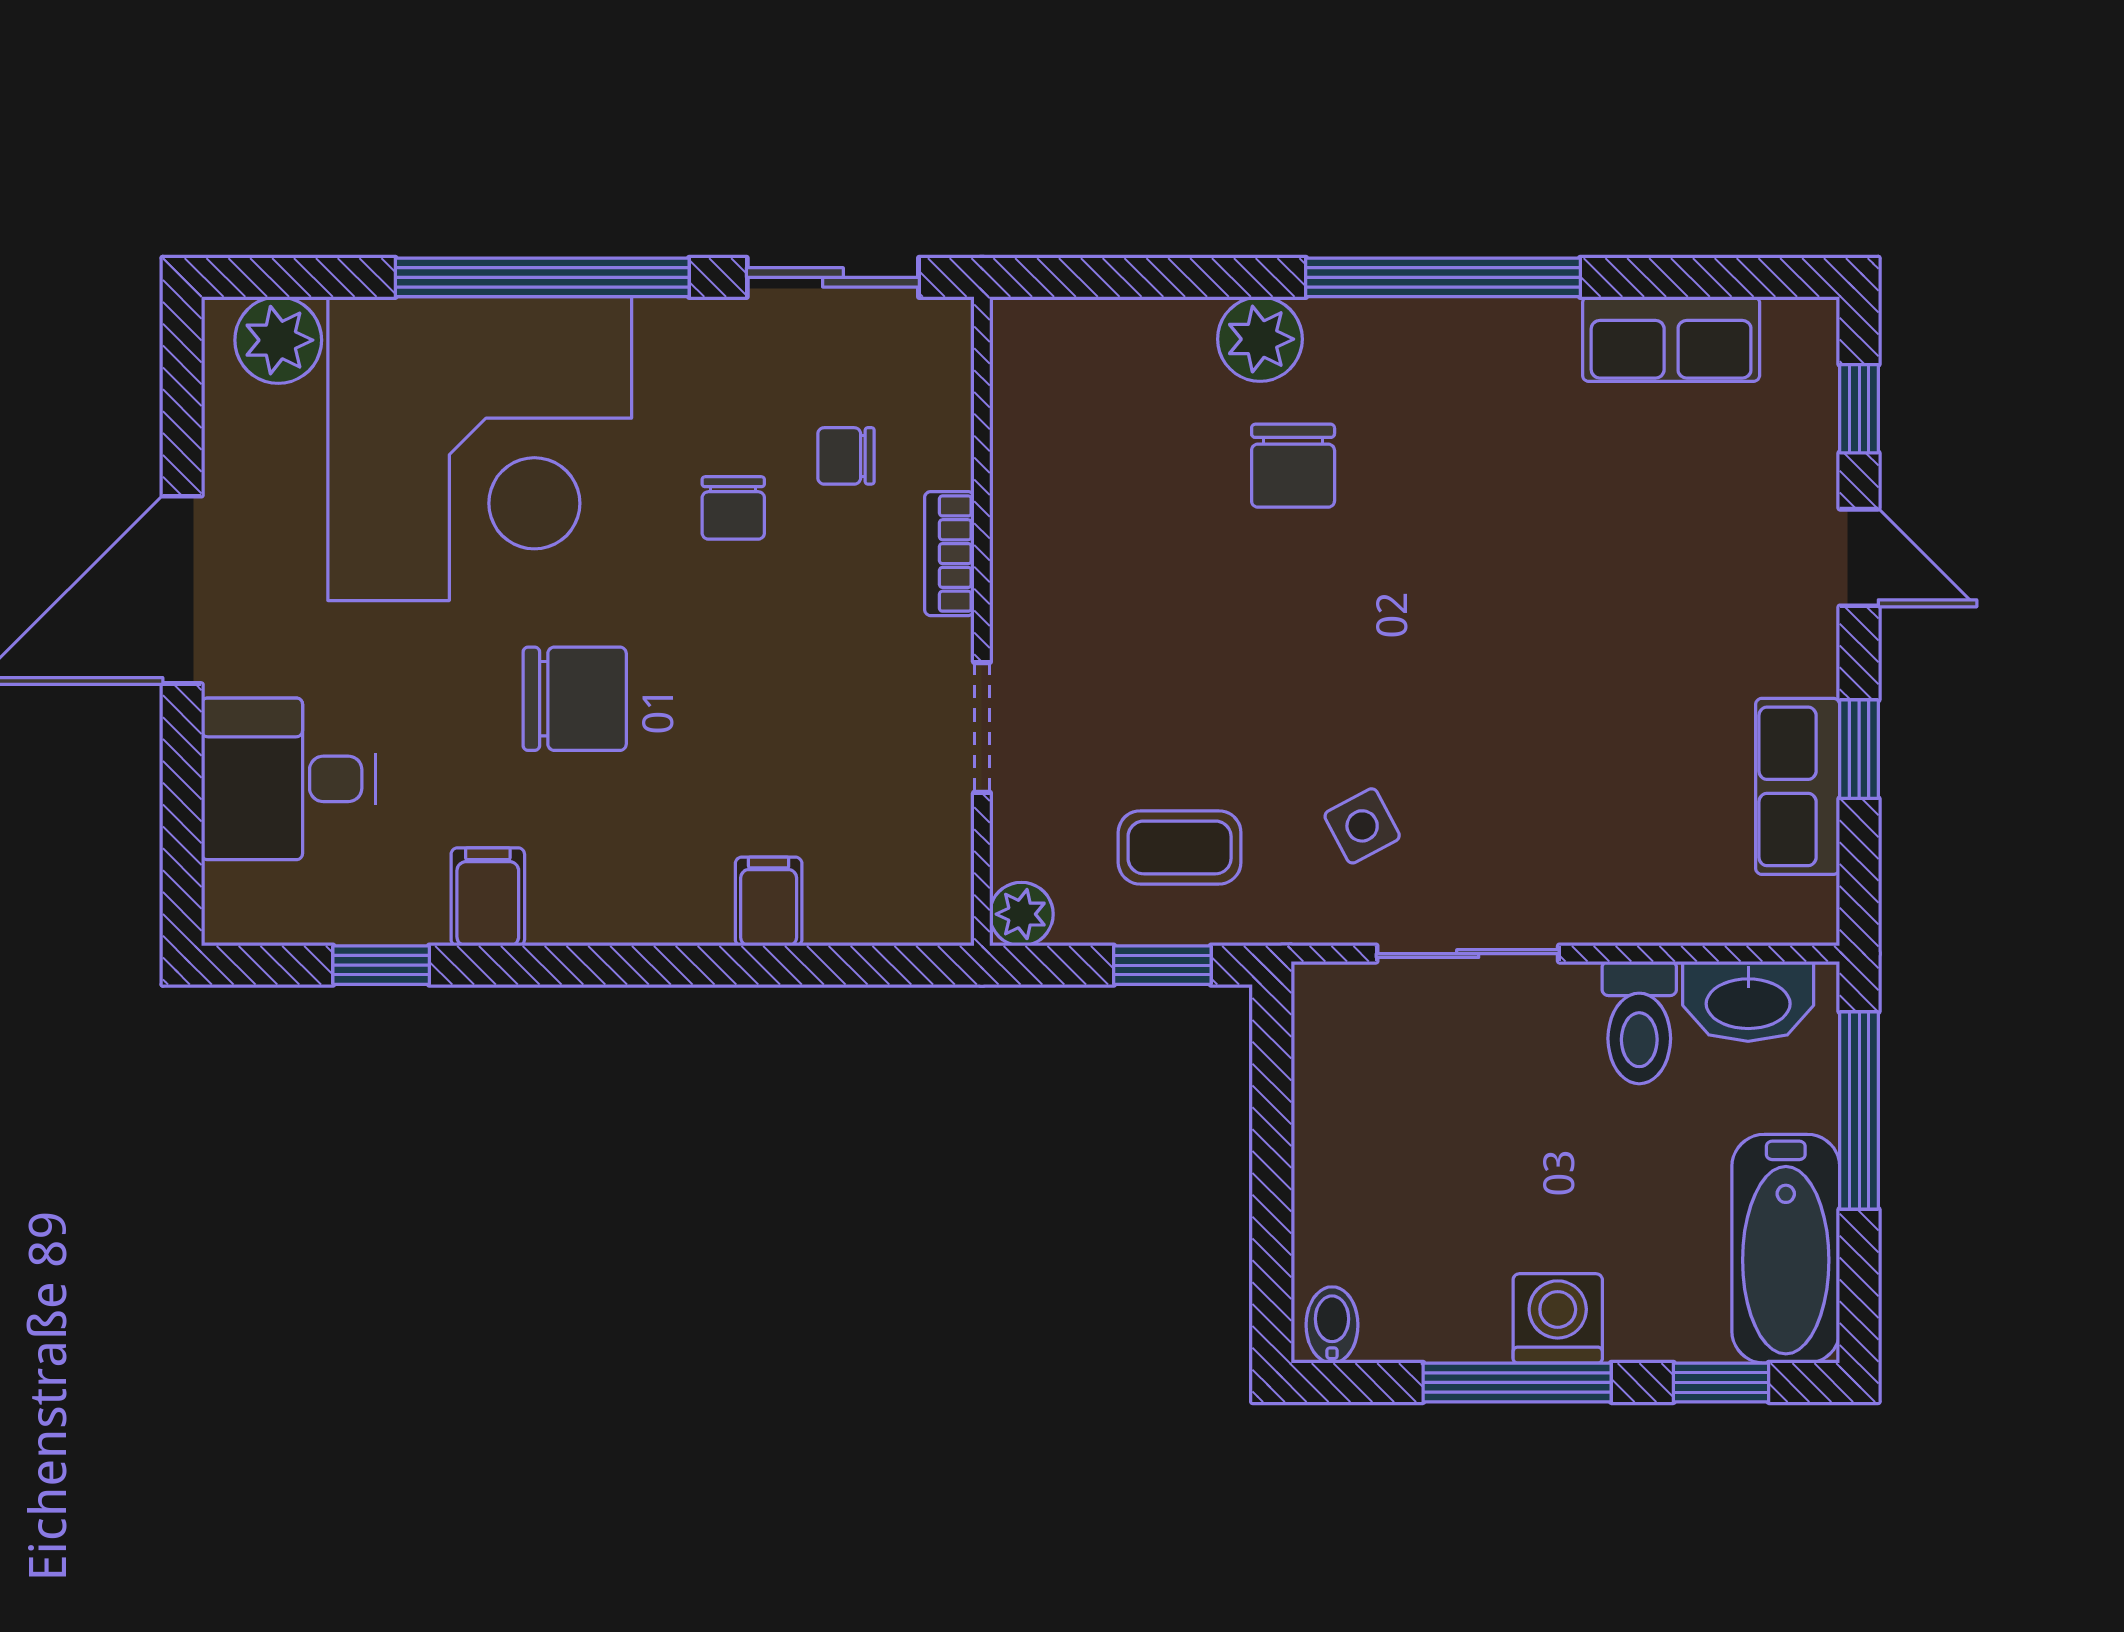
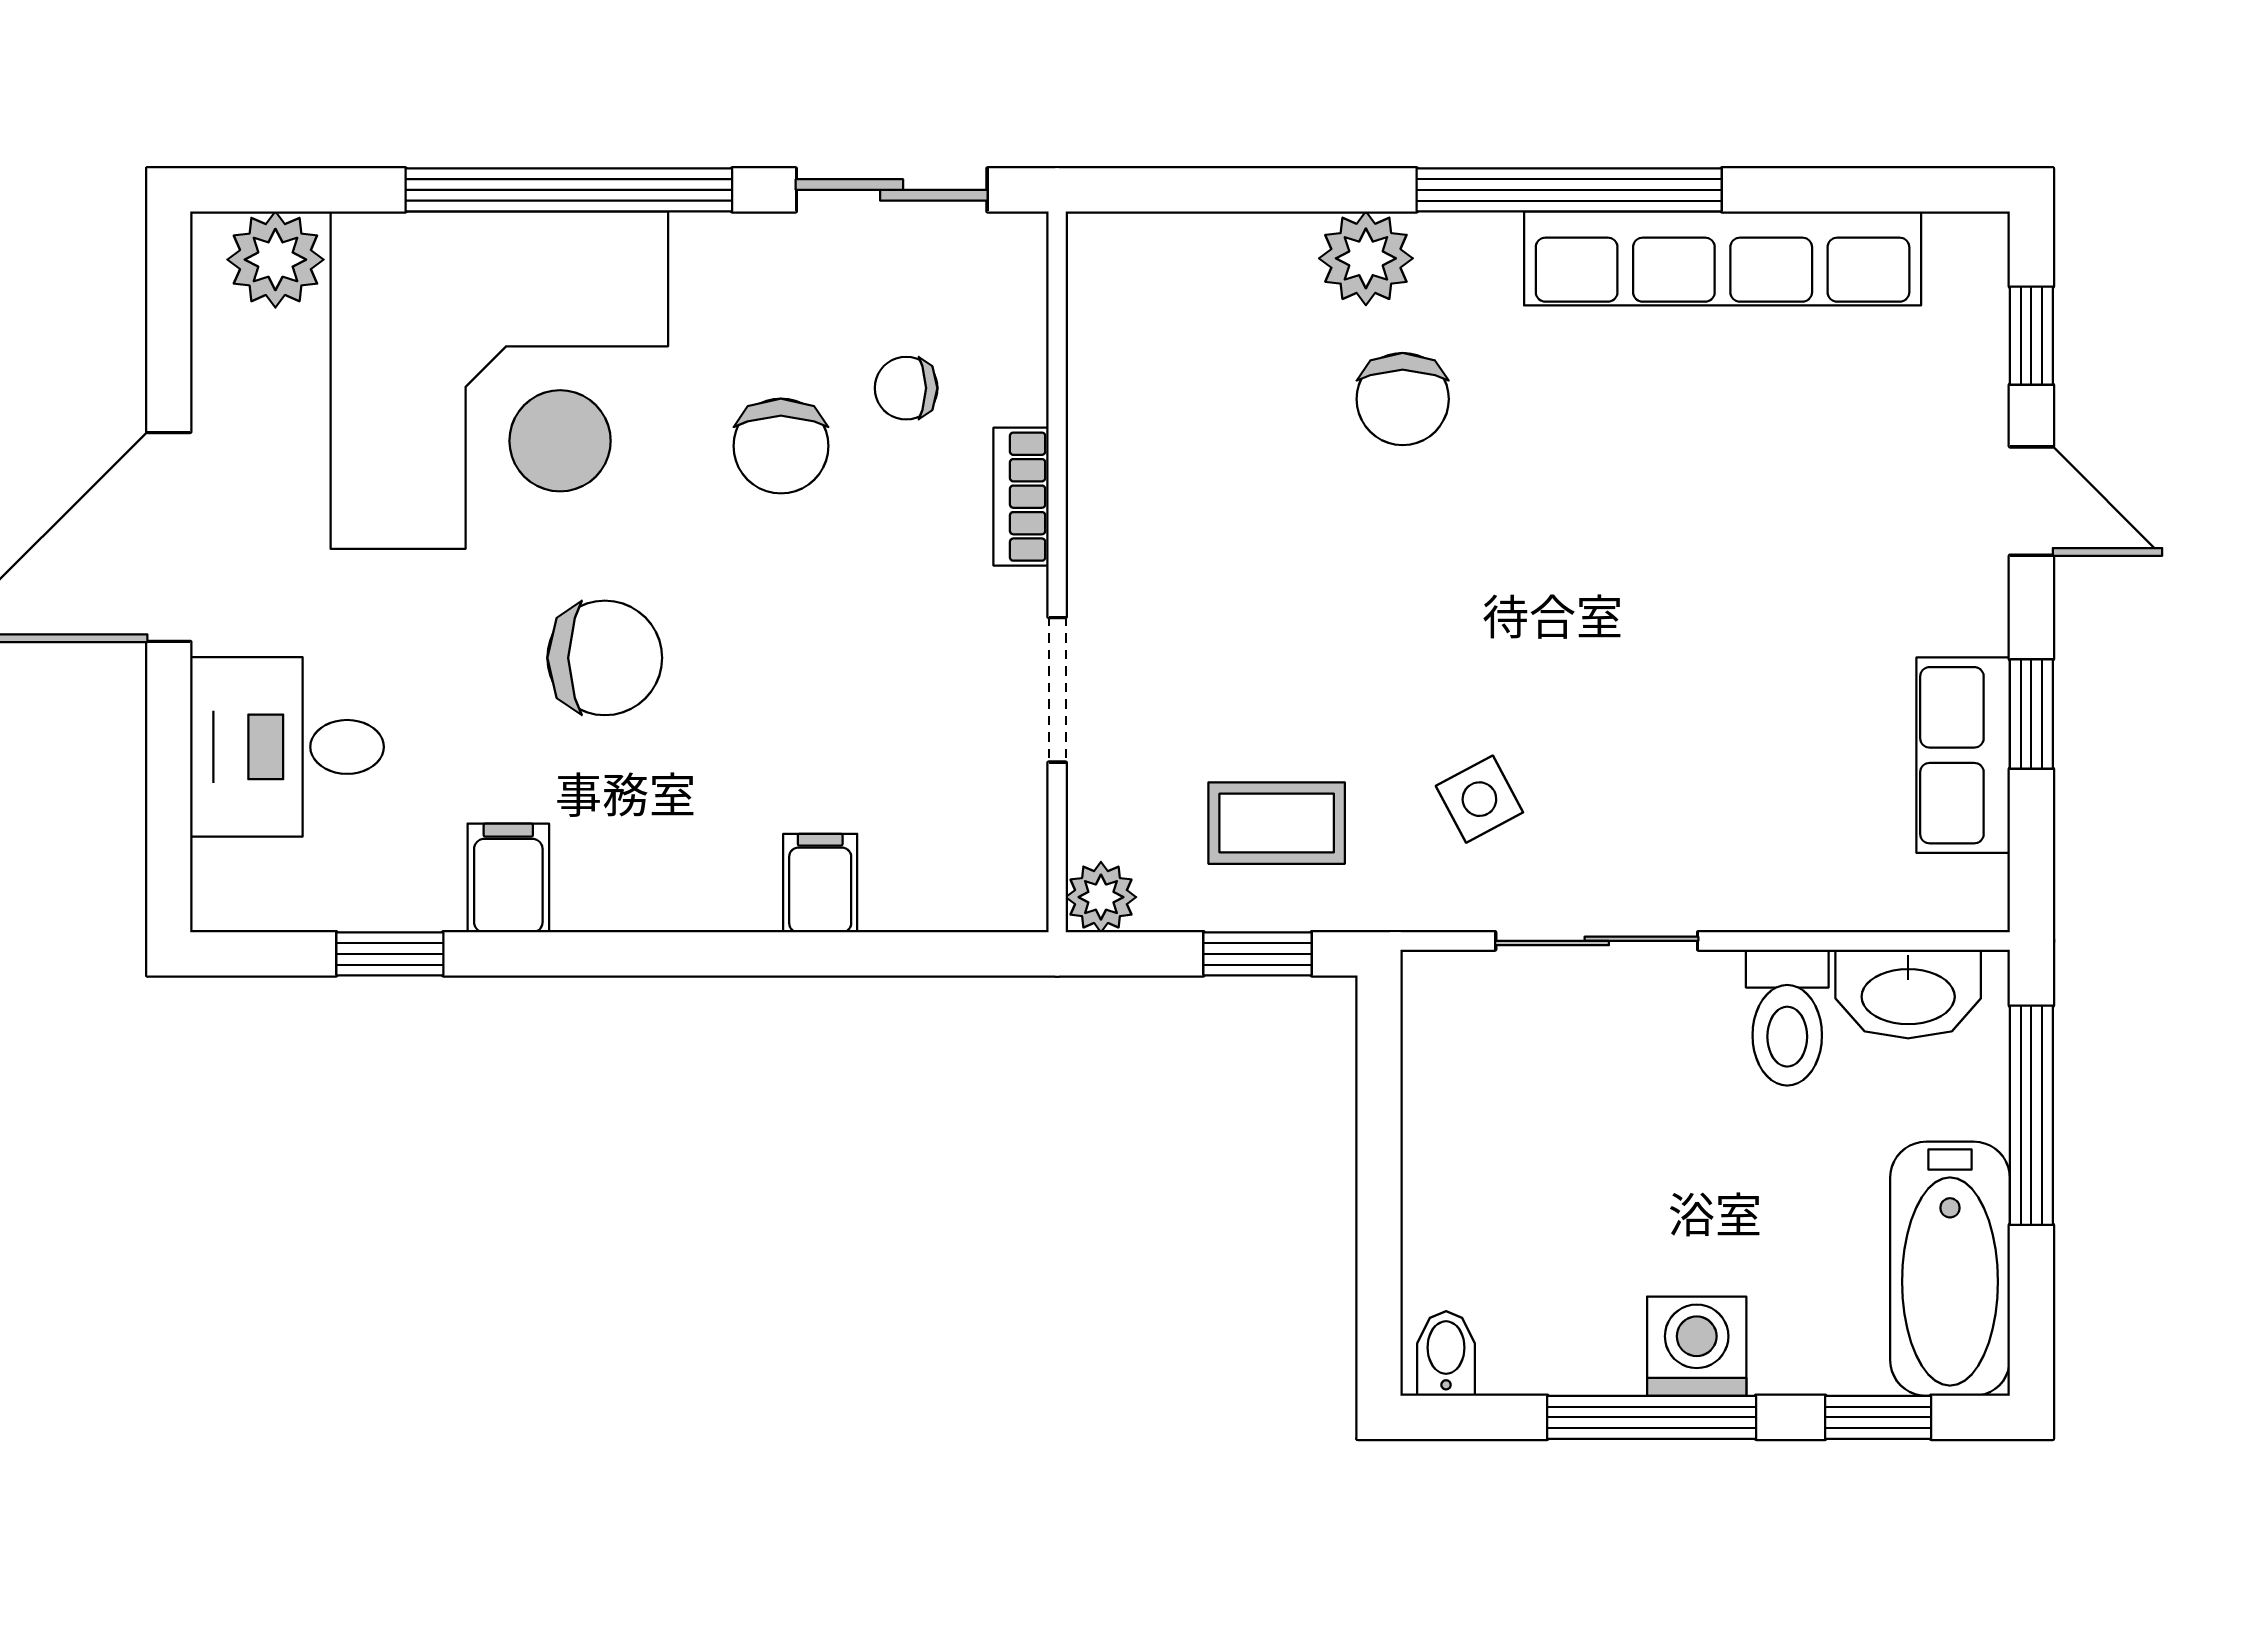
row of seats: (1671, 339) -> (1723, 258), width x2.02
chair: (733, 508) -> (781, 446), width x1.37, depth x1.37

